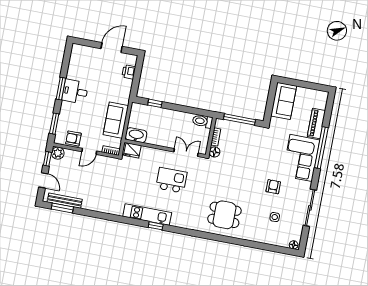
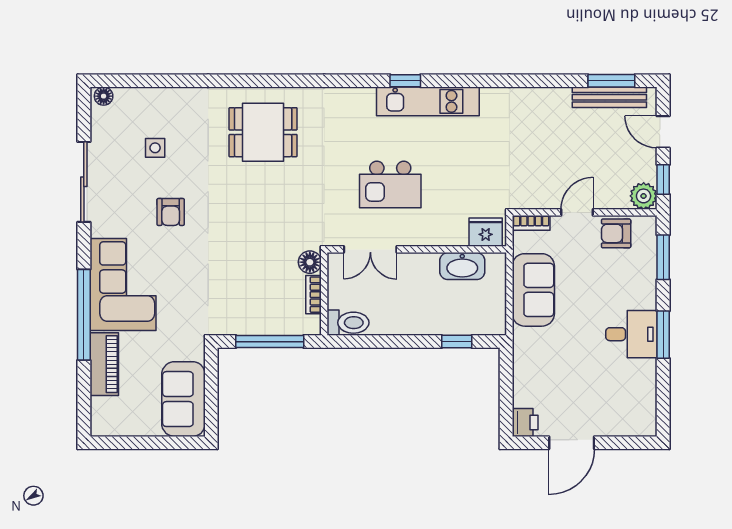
printer: (129, 72) -> (525, 422), moved
washbasin: (136, 135) -> (462, 266), moved
armchair: (73, 138) -> (616, 233), turned 180

